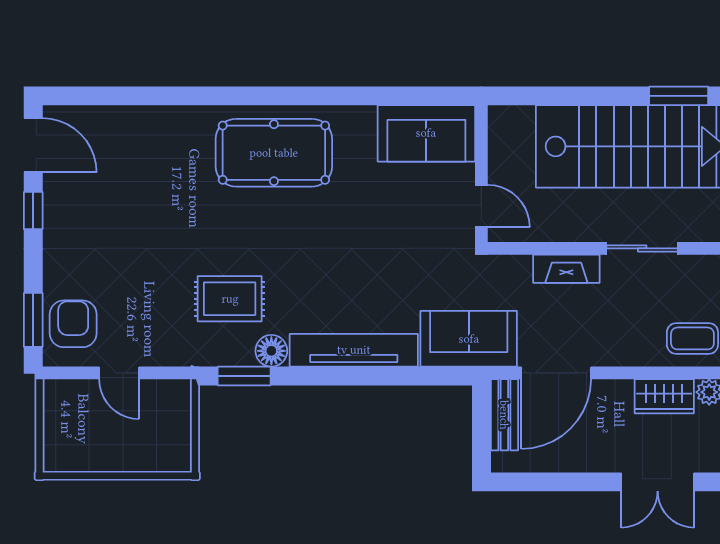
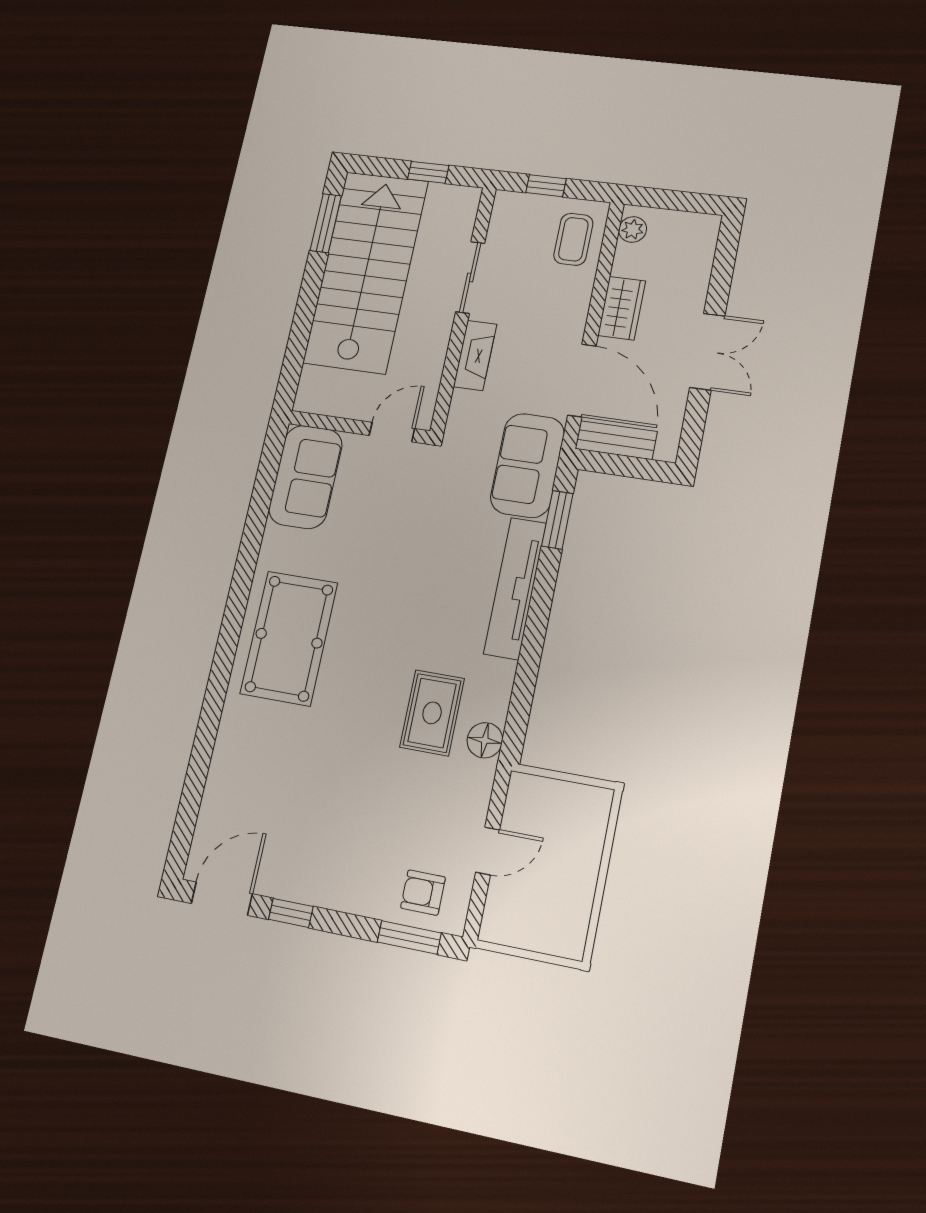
armchair: (73, 324) -> (423, 893), width x0.72, depth x0.72
floor lamp: (271, 351) -> (485, 740), moved
window: (244, 376) -> (557, 520), moved
wardrobe: (664, 396) -> (622, 308), moved
double door: (658, 482) -> (707, 352), moved

